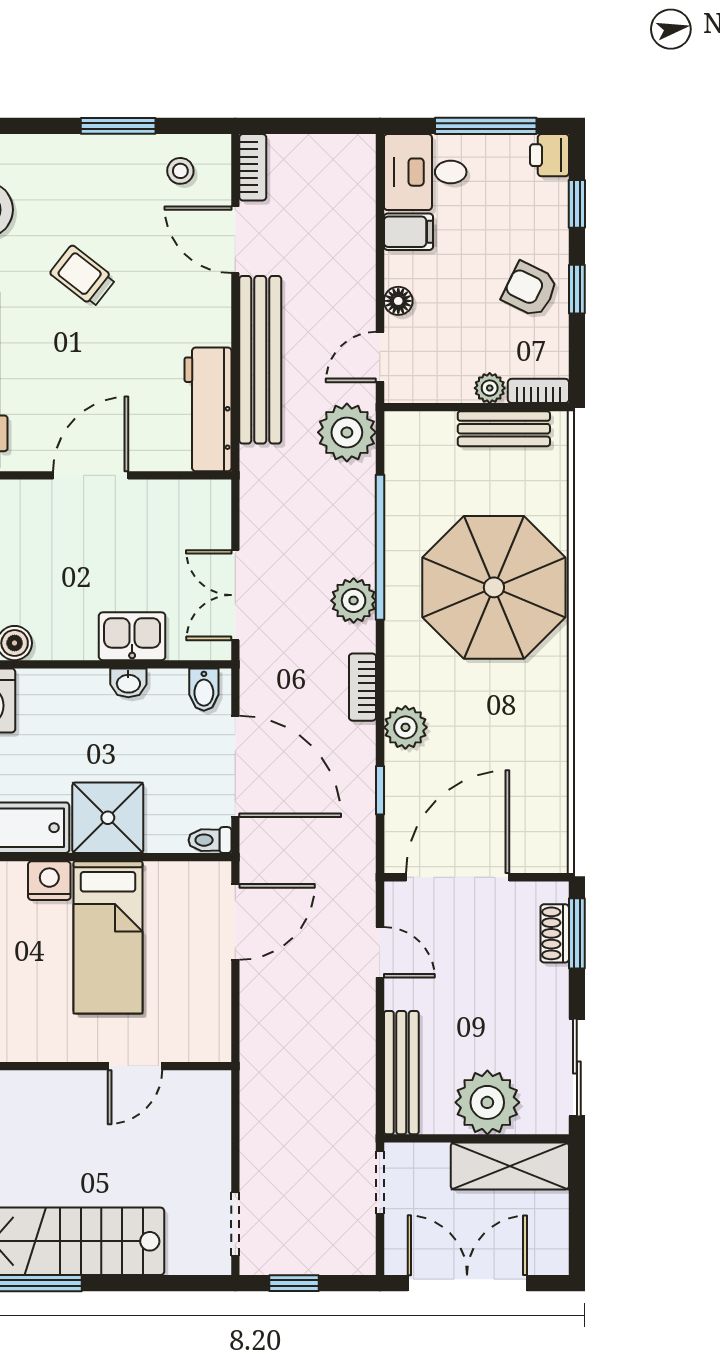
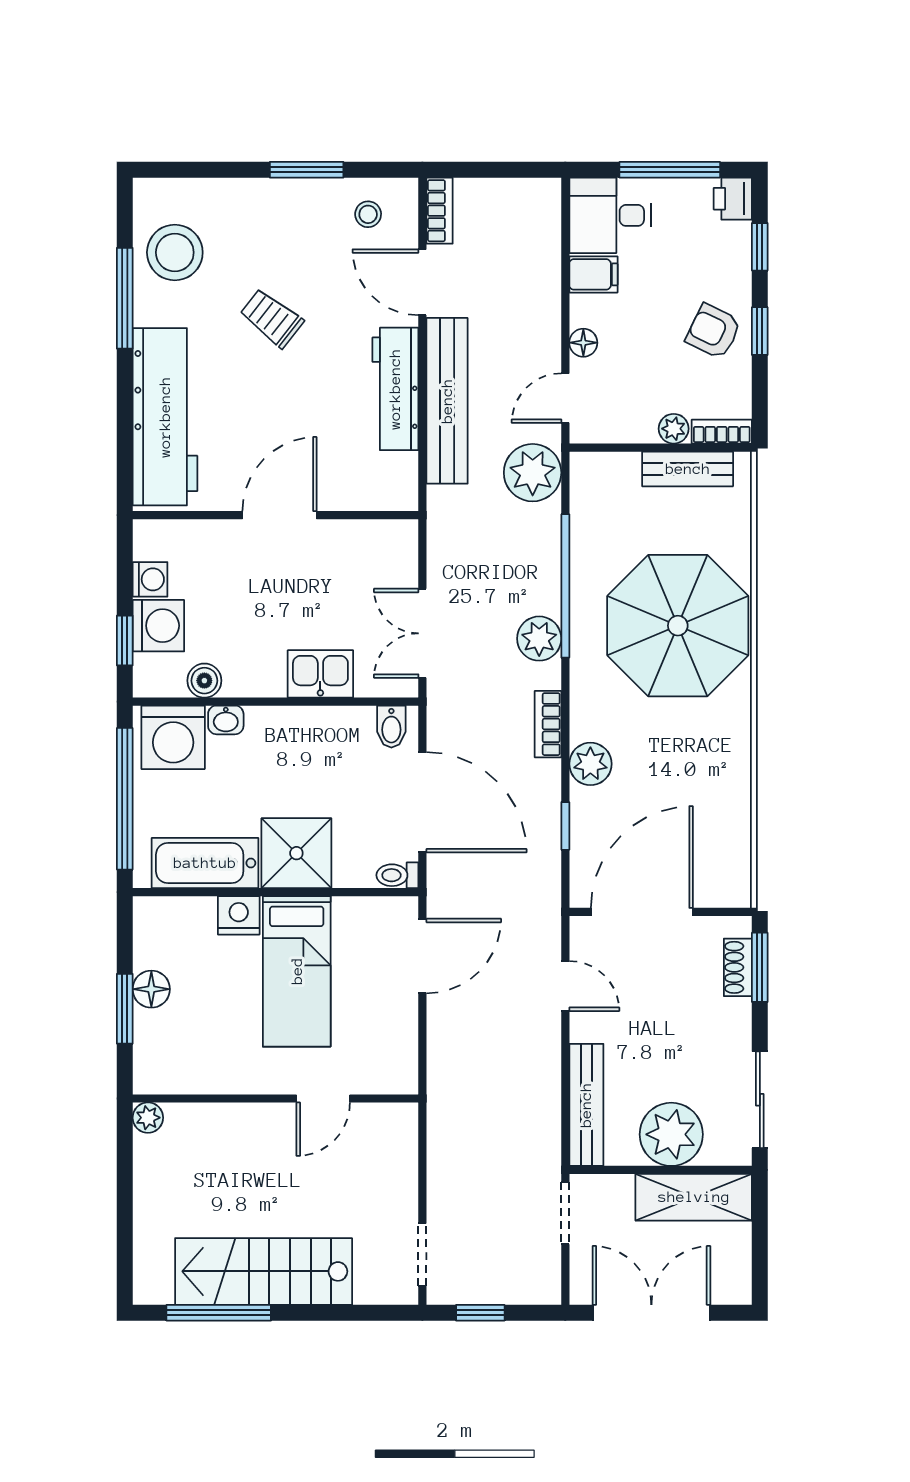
workbench: (208, 409) -> (395, 389), moved
washbasin: (128, 683) -> (226, 720), moved

